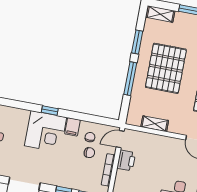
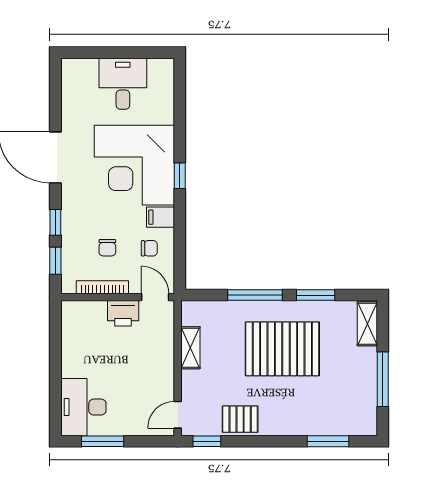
corner desk: (46, 132) -> (134, 165), width x1.36, depth x1.36
chair: (89, 153) -> (107, 248), moved

